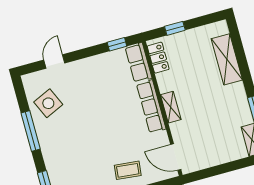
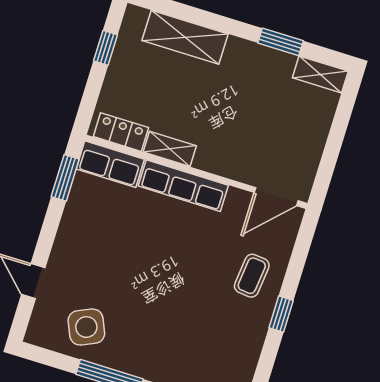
window: (175, 28) -> (105, 48), moved
window: (117, 44) -> (65, 178), width x1.50
shelving: (171, 107) -> (170, 149), moved

